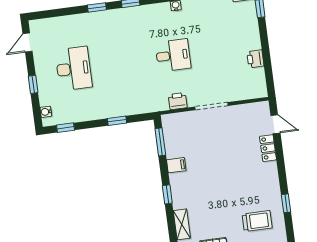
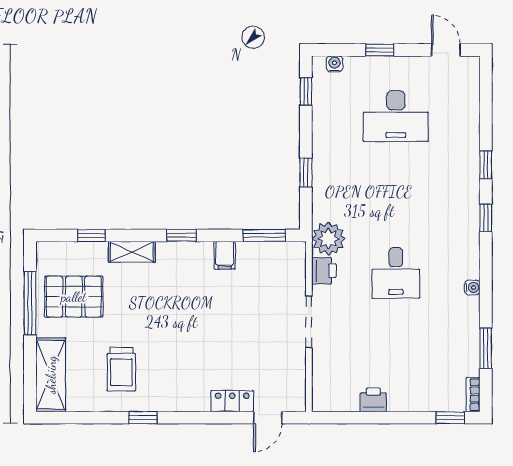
plant: (157, 101) -> (328, 239), added

